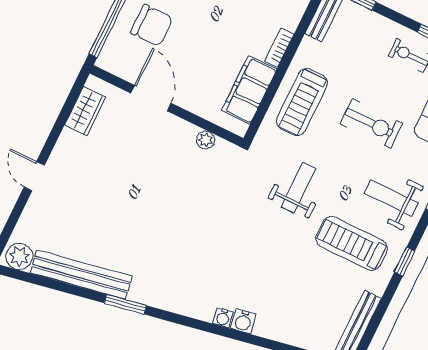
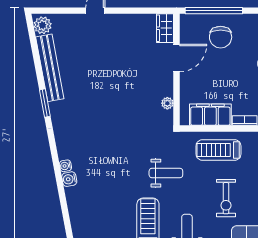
wardrobe: (85, 111) -> (165, 28), moved, turned 90

